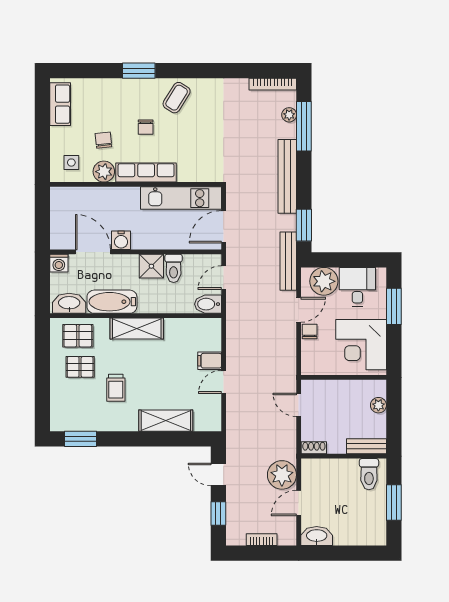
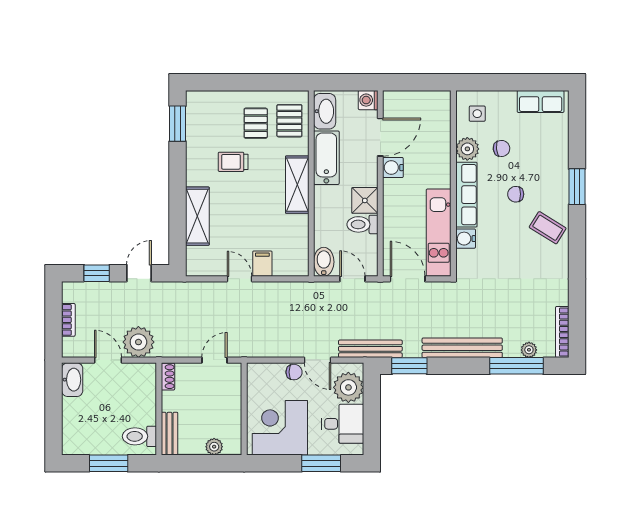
water cooler: (187, 173) -> (466, 239), added

